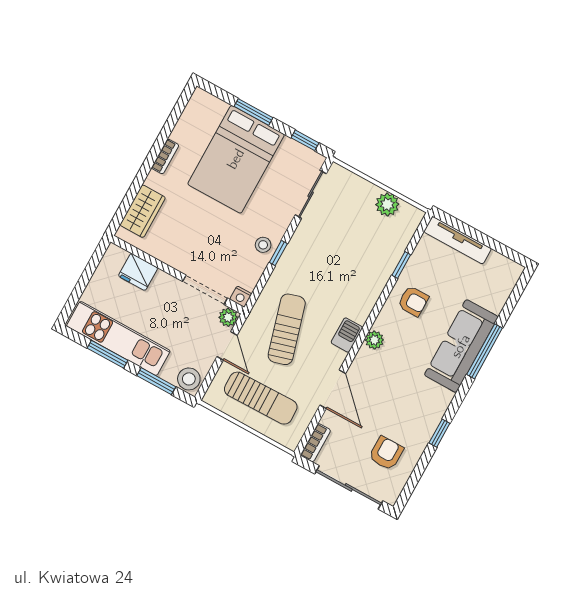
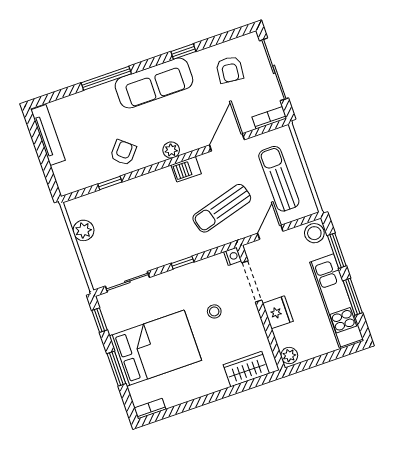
bookcase: (165, 156) -> (150, 409), moved
tv unit: (458, 240) -> (48, 135), moved
stool: (263, 245) -> (214, 311), moved
fridge: (138, 272) -> (278, 312), moved
armchair: (413, 301) -> (123, 153), turned 40
plant: (228, 317) -> (289, 356), moved
sofa: (461, 346) -> (154, 83), moved
armchair: (386, 453) -> (230, 70), turned -84

